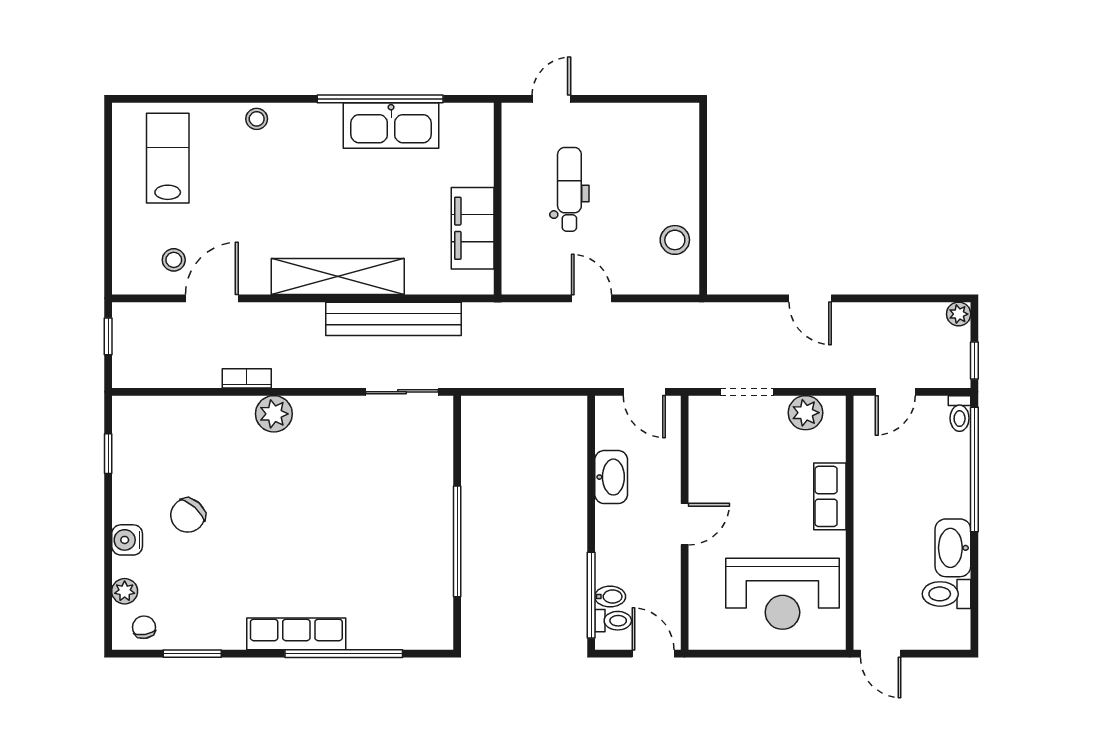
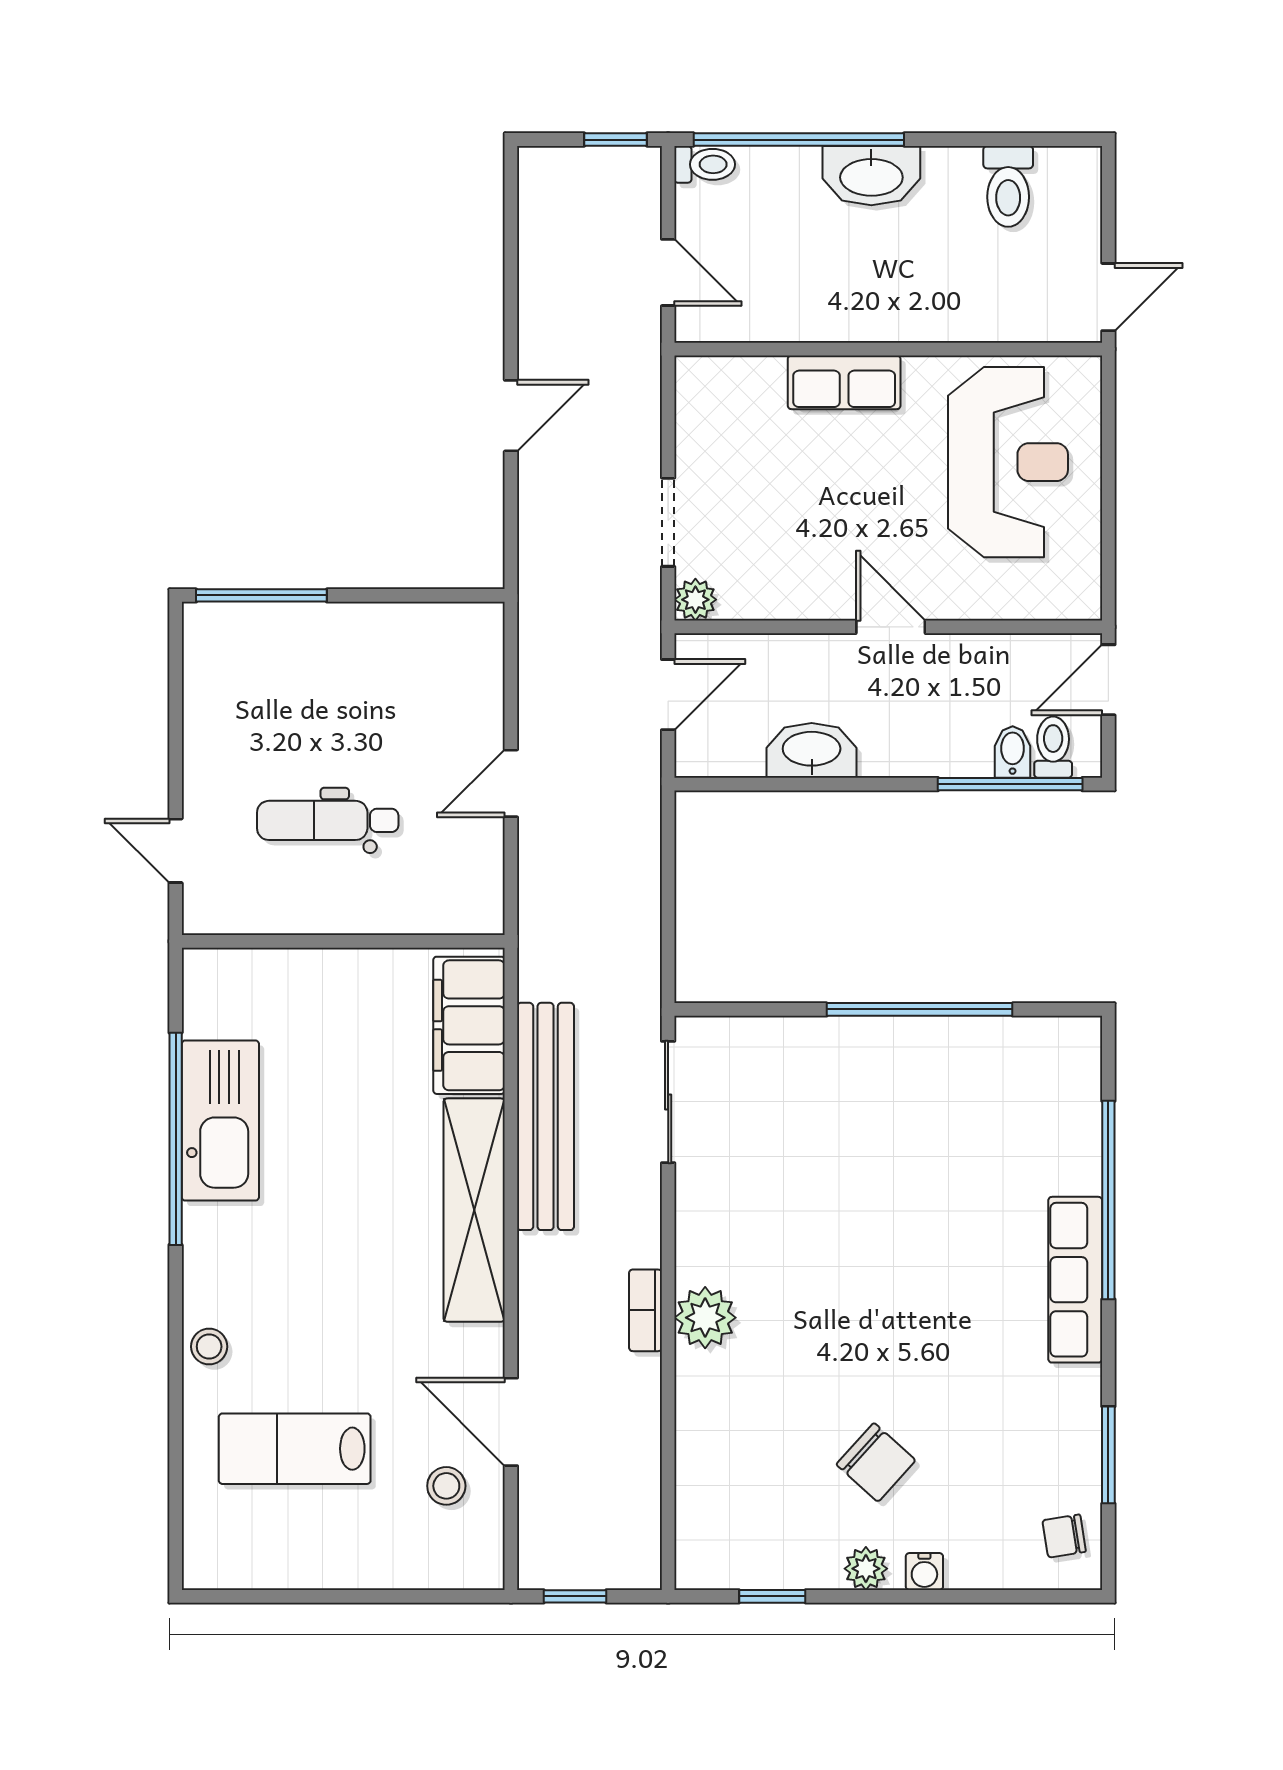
window: (703, 150) -> (261, 595), added
lab bench: (168, 158) -> (295, 1449), moved
filing cabinet: (473, 228) -> (469, 1025), moved, turned 90
stool: (675, 240) -> (413, 643), removed
plant: (959, 314) -> (537, 166), removed
bookcase: (247, 378) -> (645, 1310), moved
plant: (806, 413) -> (695, 600), moved, width x0.73, depth x0.73
water cooler: (127, 540) -> (924, 1572), width x0.72, depth x0.72
washbasin: (953, 548) -> (871, 176), moved
plant: (125, 591) -> (866, 1569), moved

